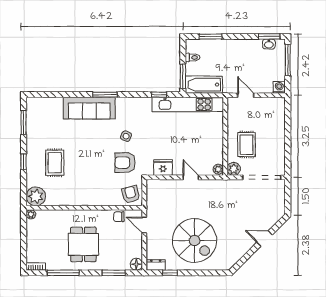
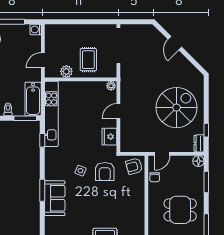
sofa: (89, 108) -> (55, 198), width x0.73
rug: (246, 145) -> (88, 60), turned 90
plant: (234, 169) -> (66, 71), moved

